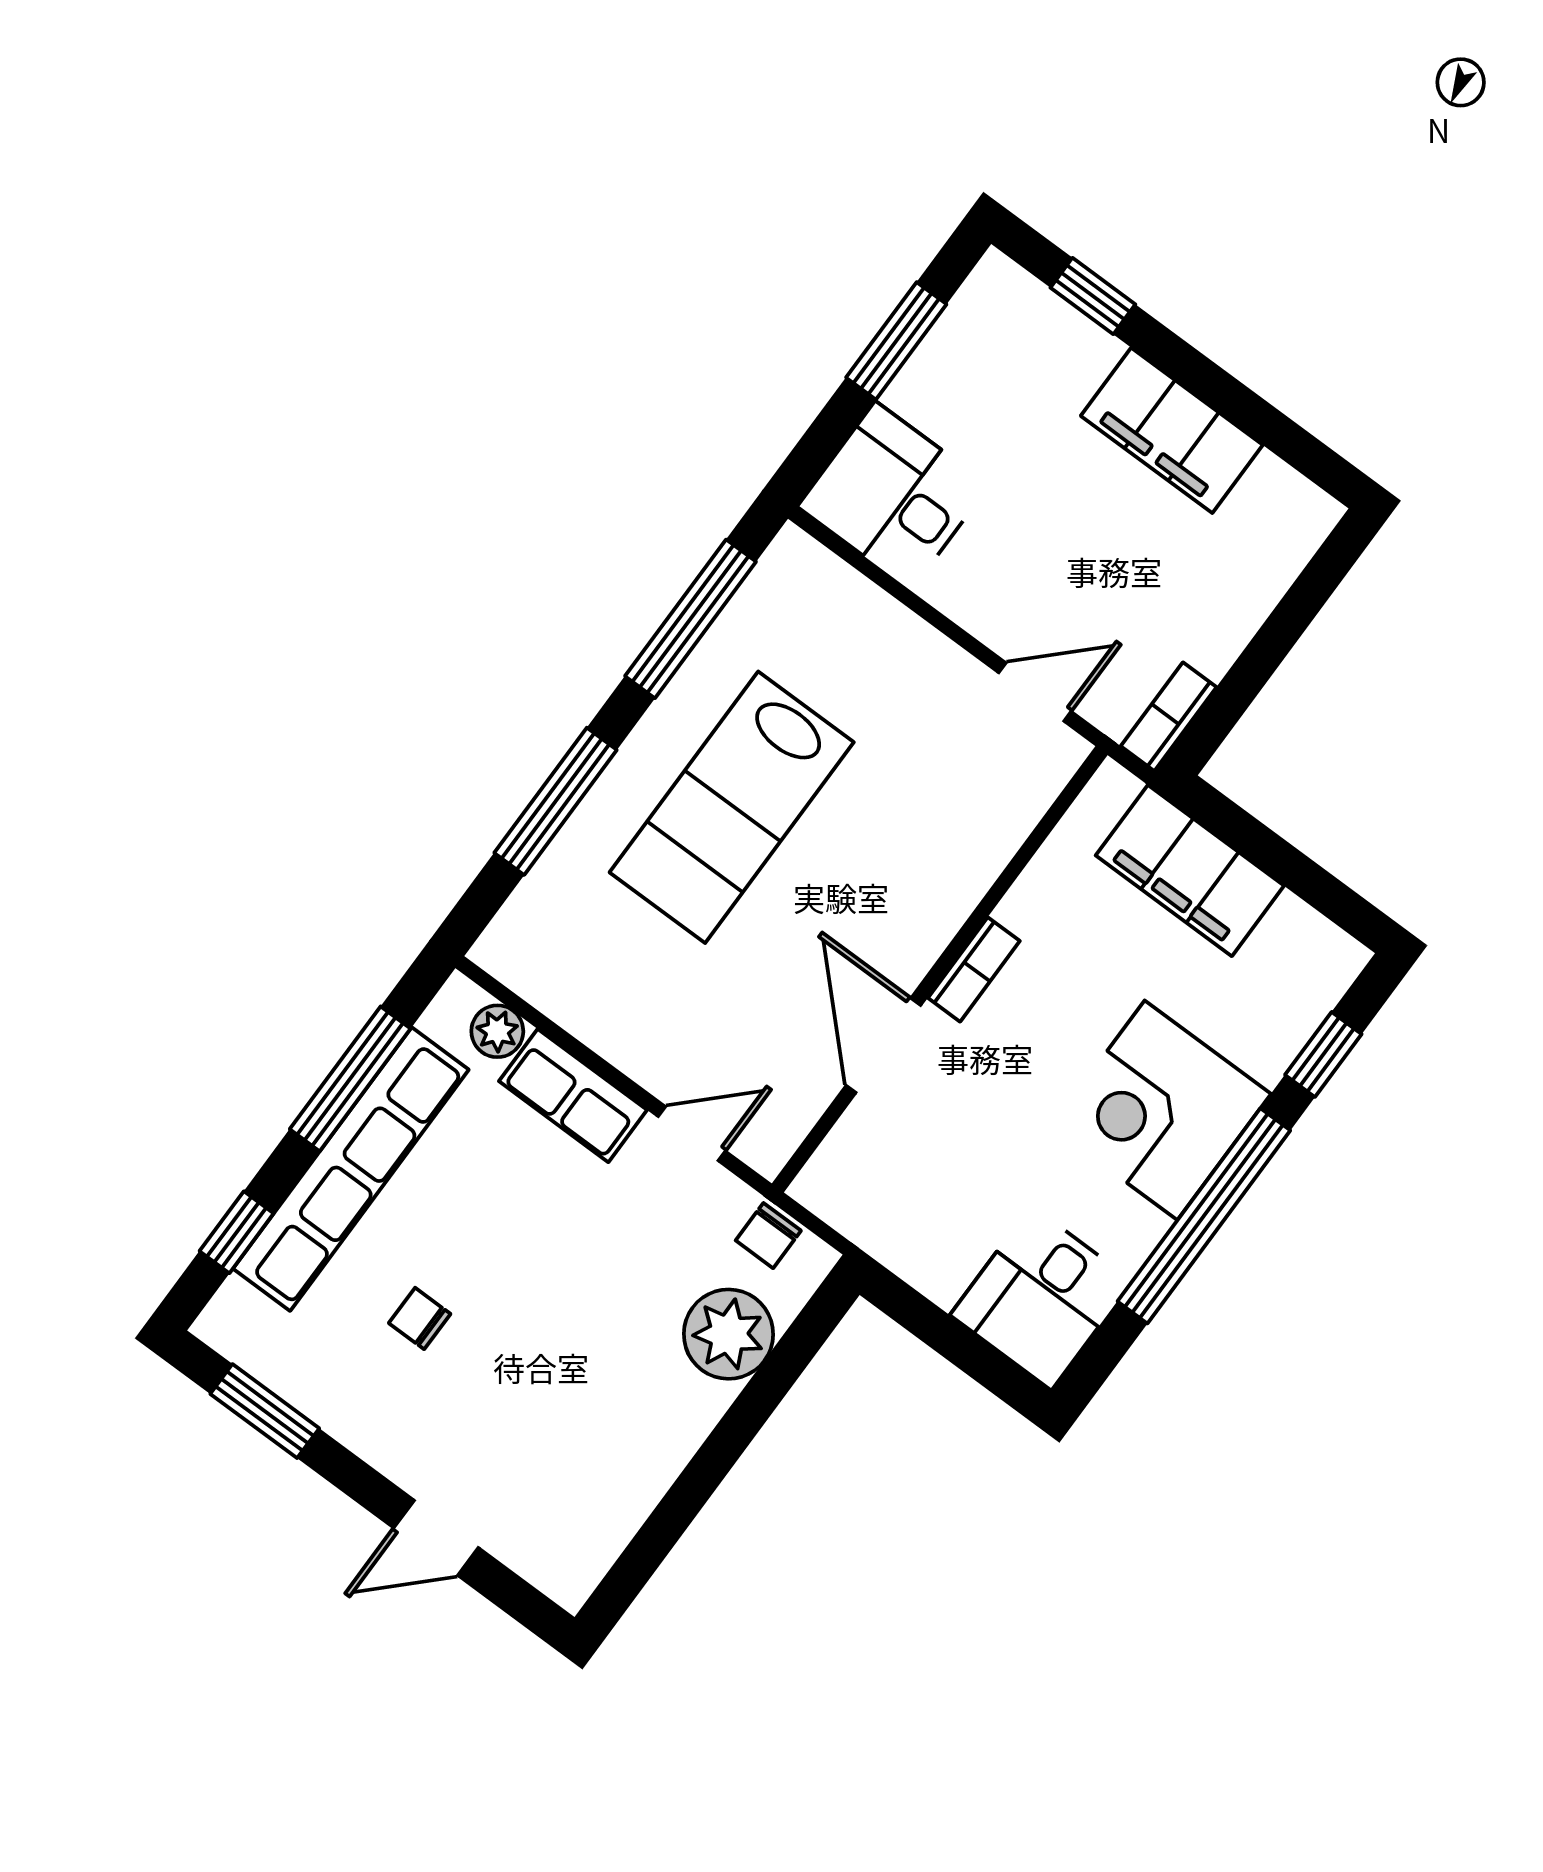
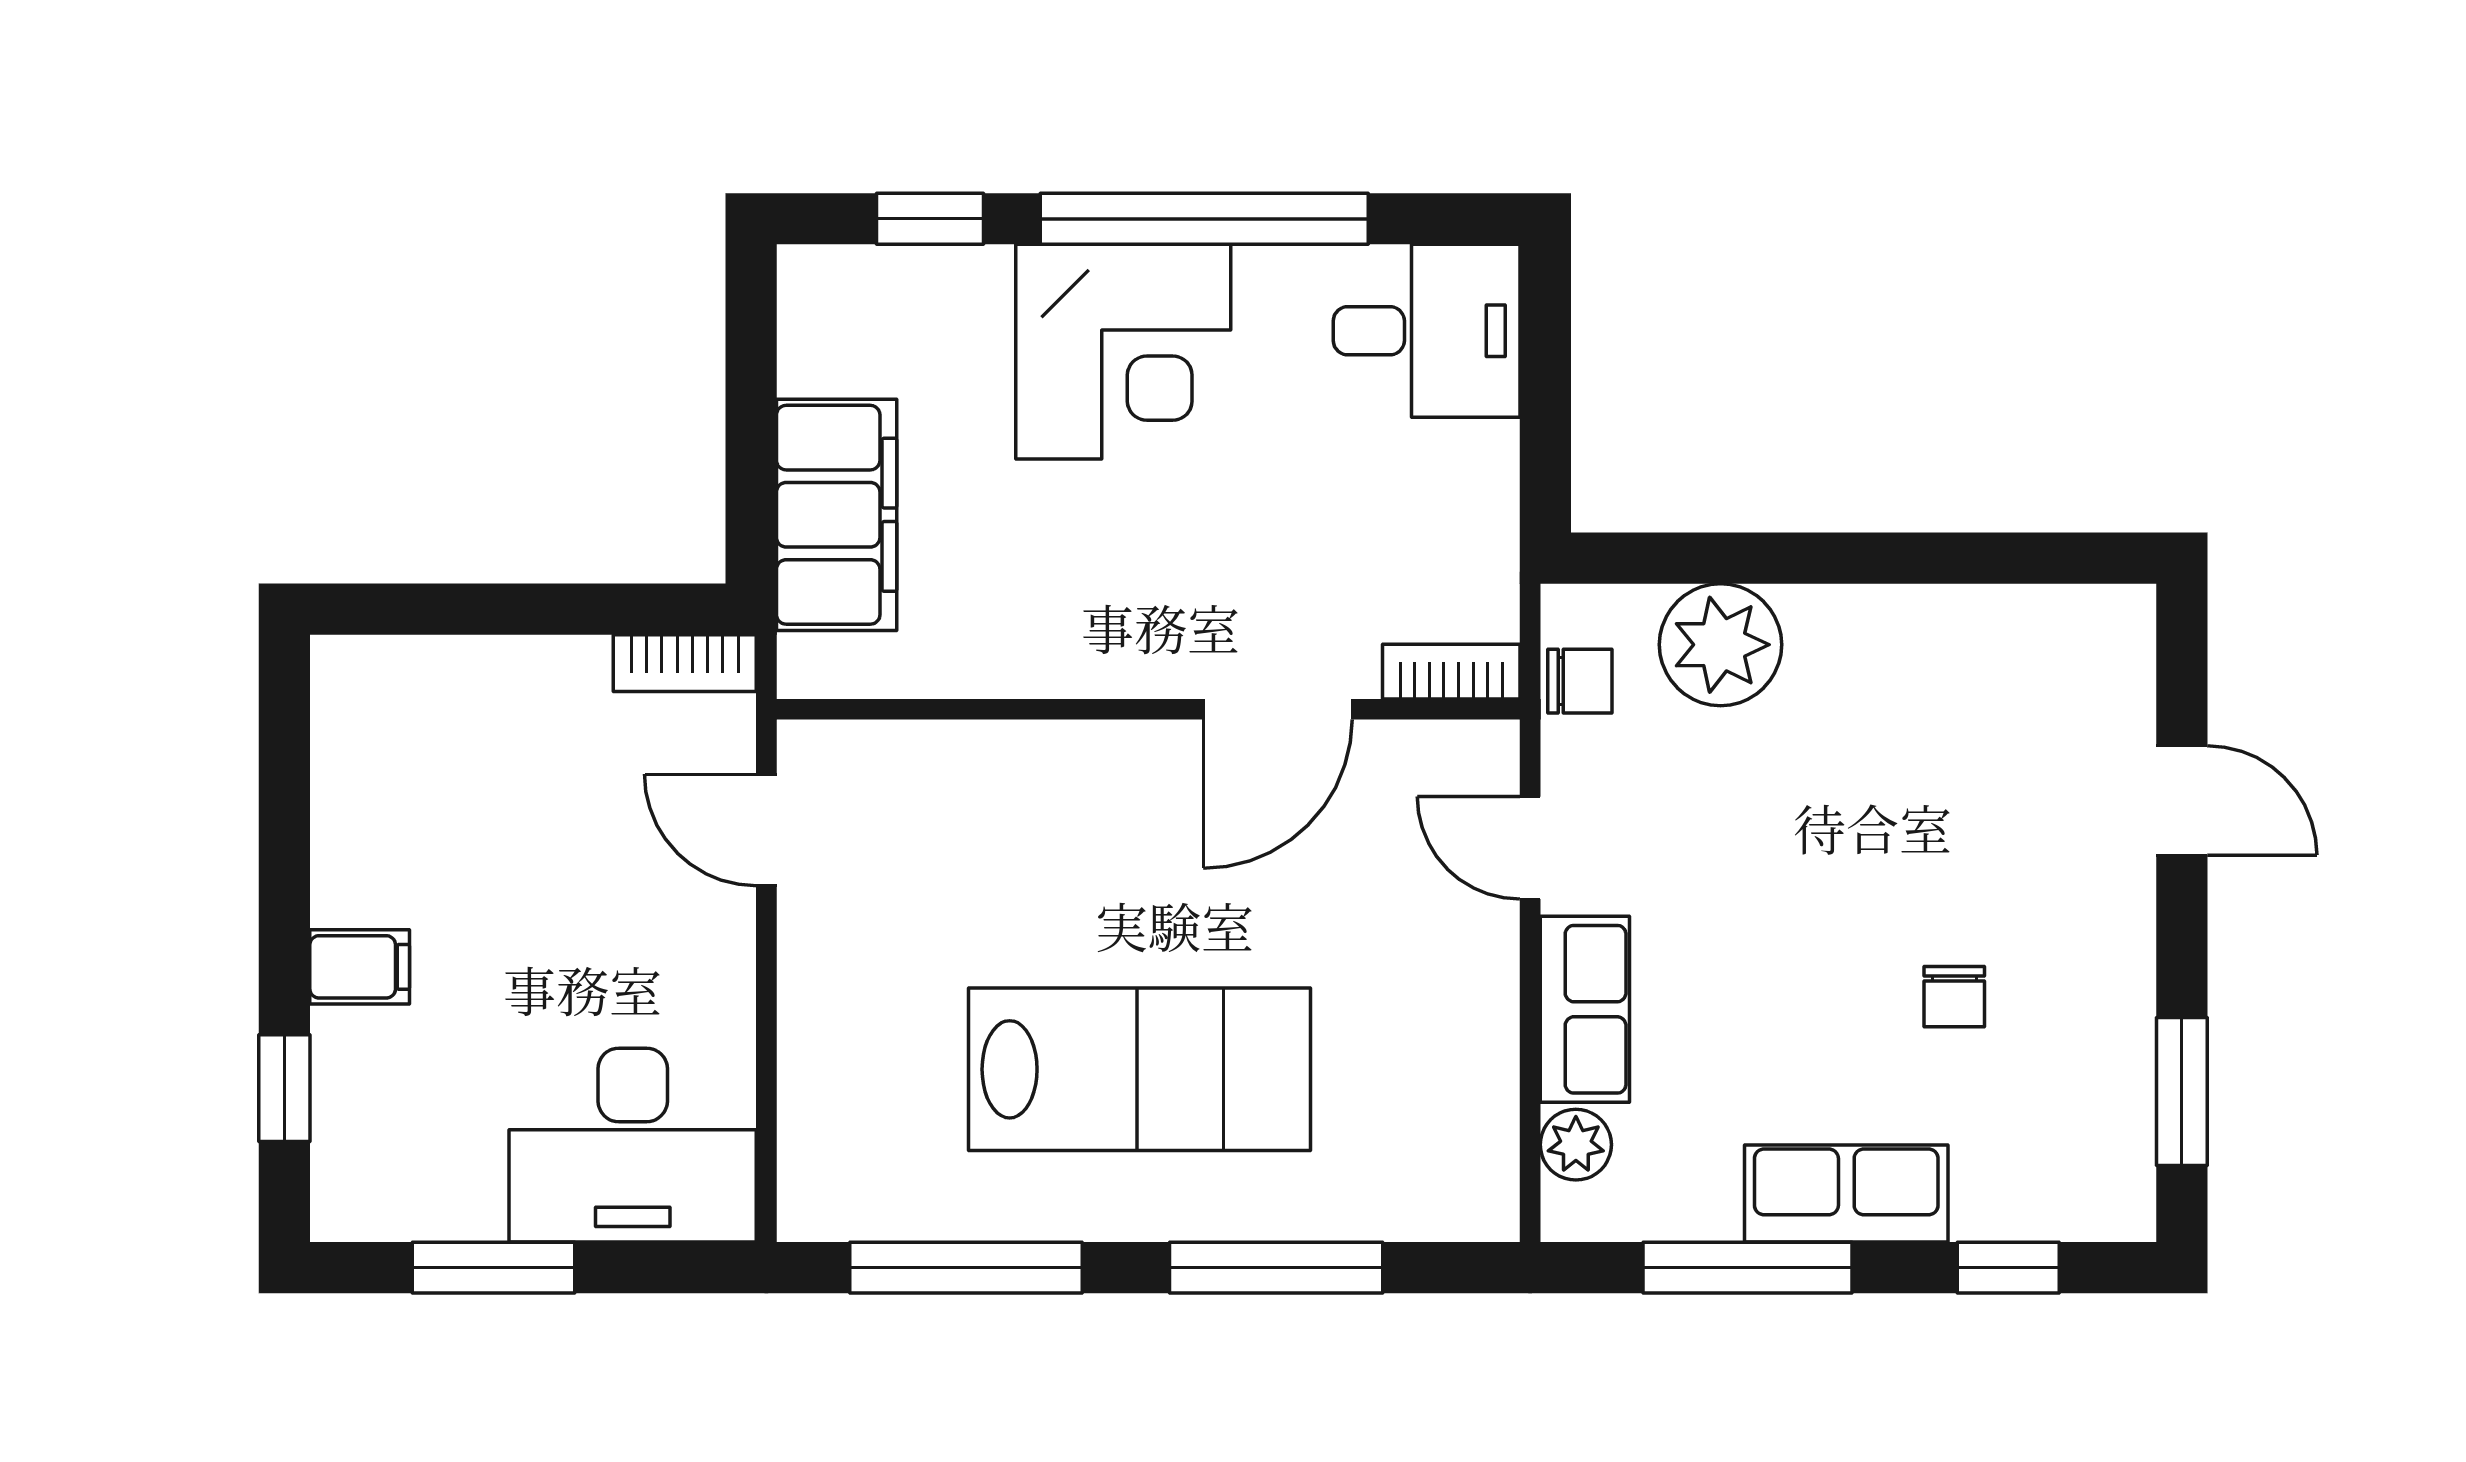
filing cabinet: (1172, 430) -> (360, 967), width x0.33, depth x0.86
desk: (893, 496) -> (633, 1145), width x1.37
bookcase: (974, 969) -> (1451, 672), moved
row of seats: (351, 1169) -> (1846, 1194), width x0.50

